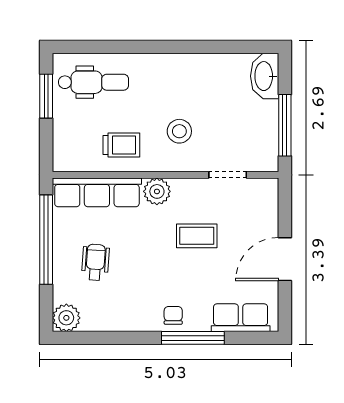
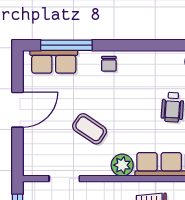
coffee table: (197, 236) -> (90, 129), turned 34
window: (193, 338) -> (66, 45), moved

